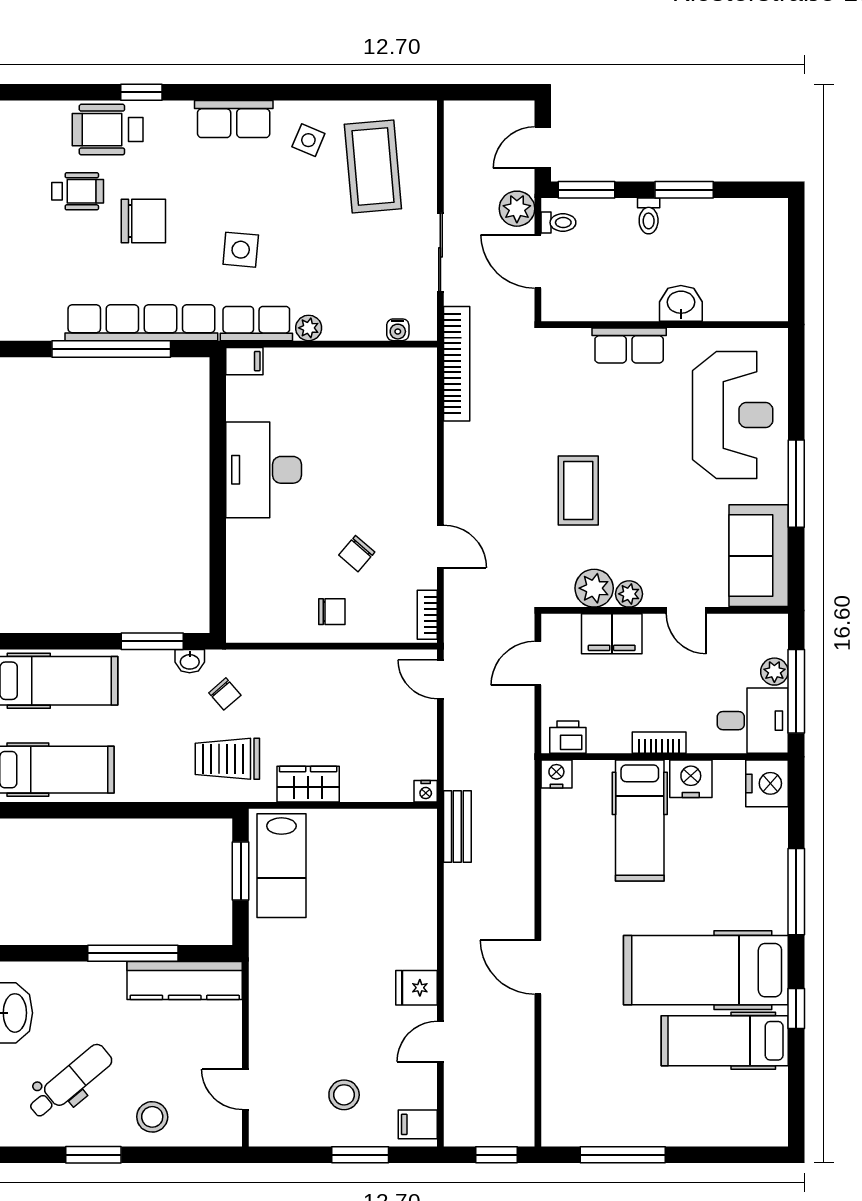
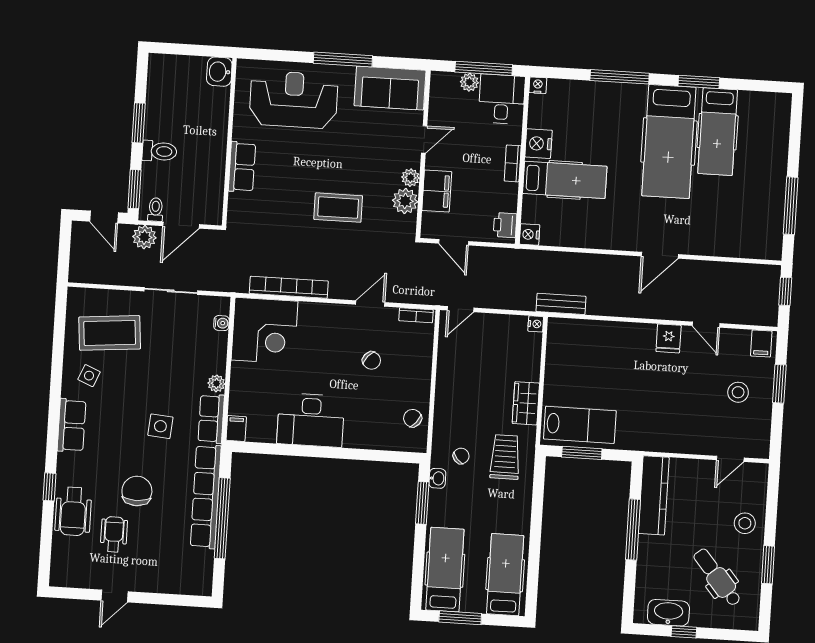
toilet: (649, 216) -> (159, 151), width x1.37, depth x1.39
washbasin: (681, 303) -> (219, 72), moved
bookcase: (457, 364) -> (289, 287), moved
corner desk: (391, 394) -> (264, 331), added
chair: (332, 612) -> (413, 418), moved, turned -51
trolley: (227, 759) -> (505, 457), turned 180
nightstand: (767, 783) -> (538, 85), width x0.53, depth x0.56
window: (796, 1008) -> (699, 82), width x1.50

